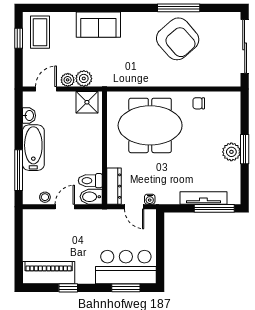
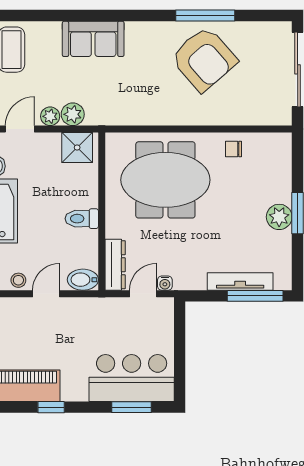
toilet: (90, 181) -> (82, 219), moved
door: (134, 207) -> (143, 294), swing flipped

